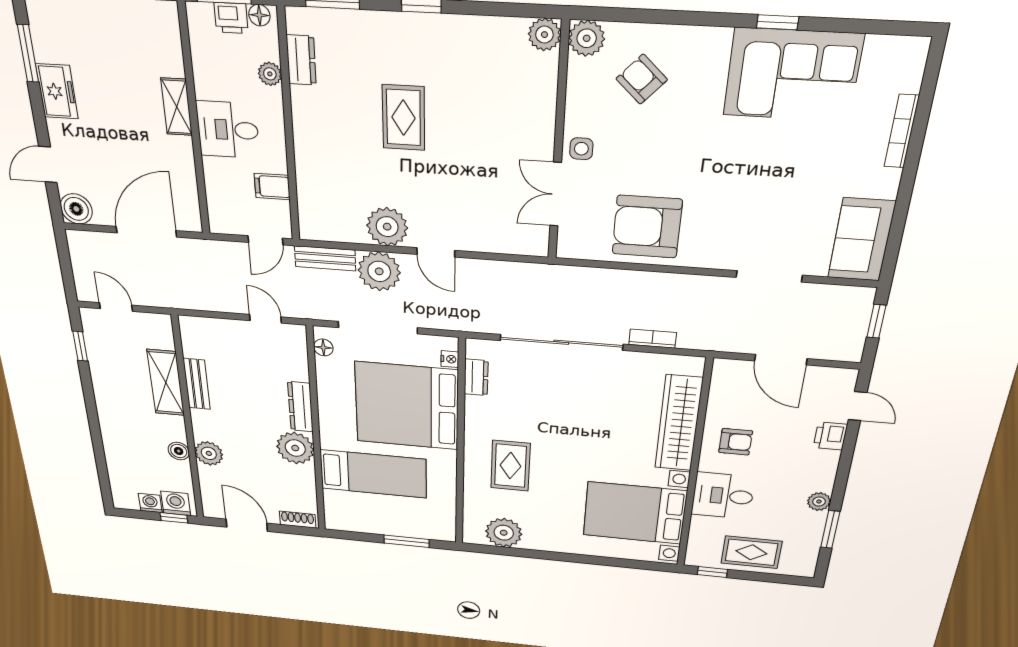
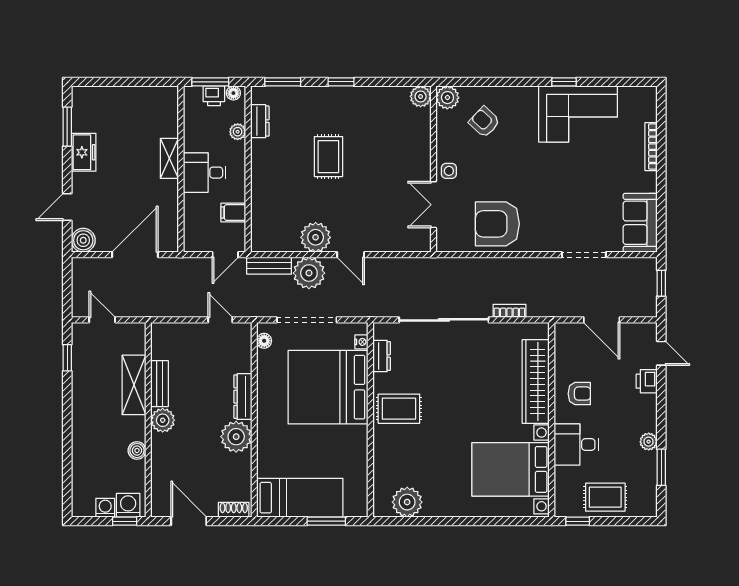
plant: (209, 453) -> (163, 420), moved
rug: (510, 466) -> (399, 409), moved, turned 90
bed: (373, 474) -> (300, 498), moved

